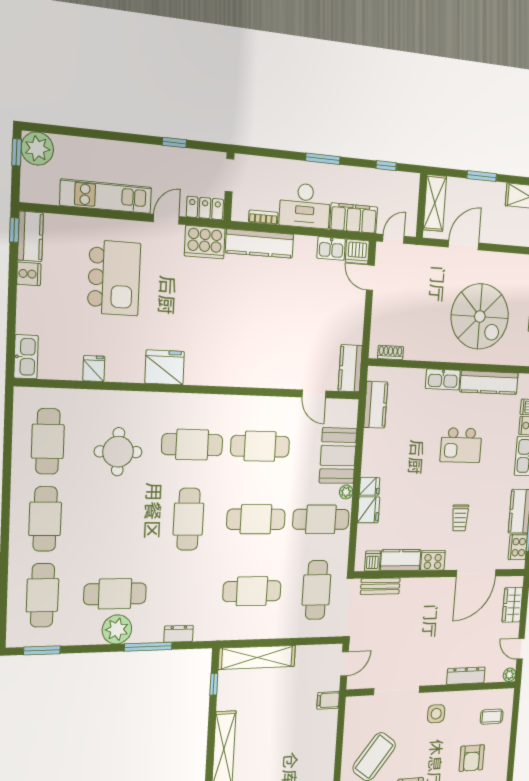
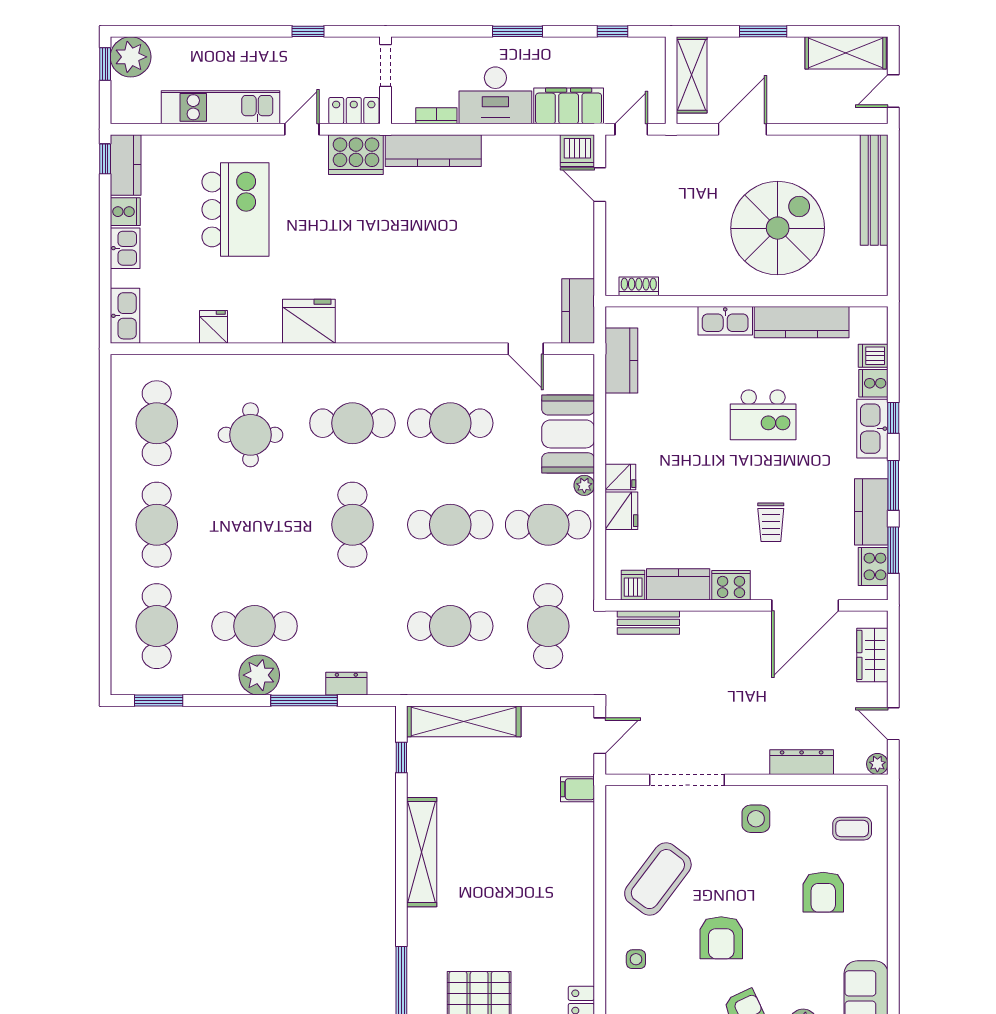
kitchen sink: (331, 248) -> (125, 248), moved, turned -90
spiral stairs: (480, 316) -> (778, 228), turned -90

